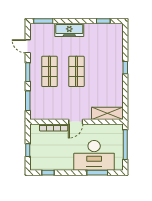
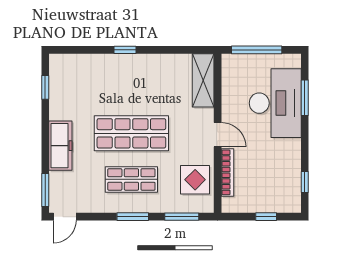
door: (28, 46) -> (65, 217), moved
shop shelf: (76, 71) -> (131, 133), width x1.43, depth x1.36
display table: (49, 109) -> (195, 180), added

